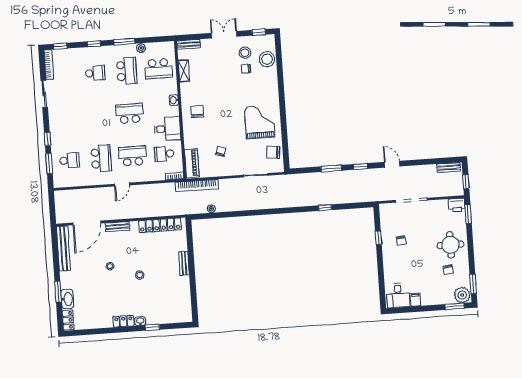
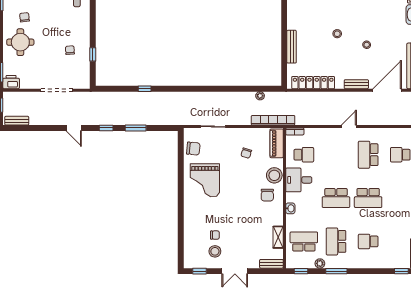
window: (94, 44) -> (301, 271), moved
stool: (267, 59) -> (274, 175), moved
school desk: (133, 156) -> (368, 198), moved
bench: (184, 263) -> (292, 47), width x1.36

